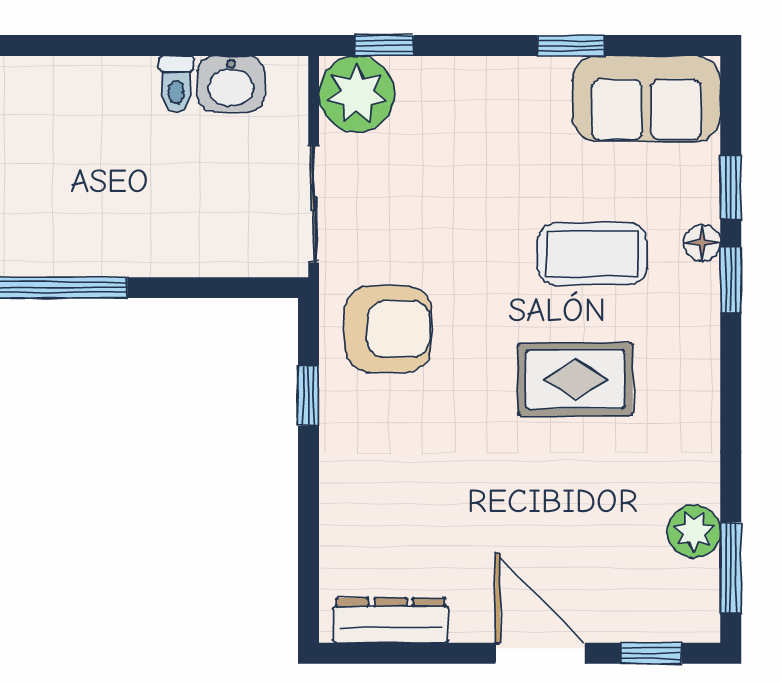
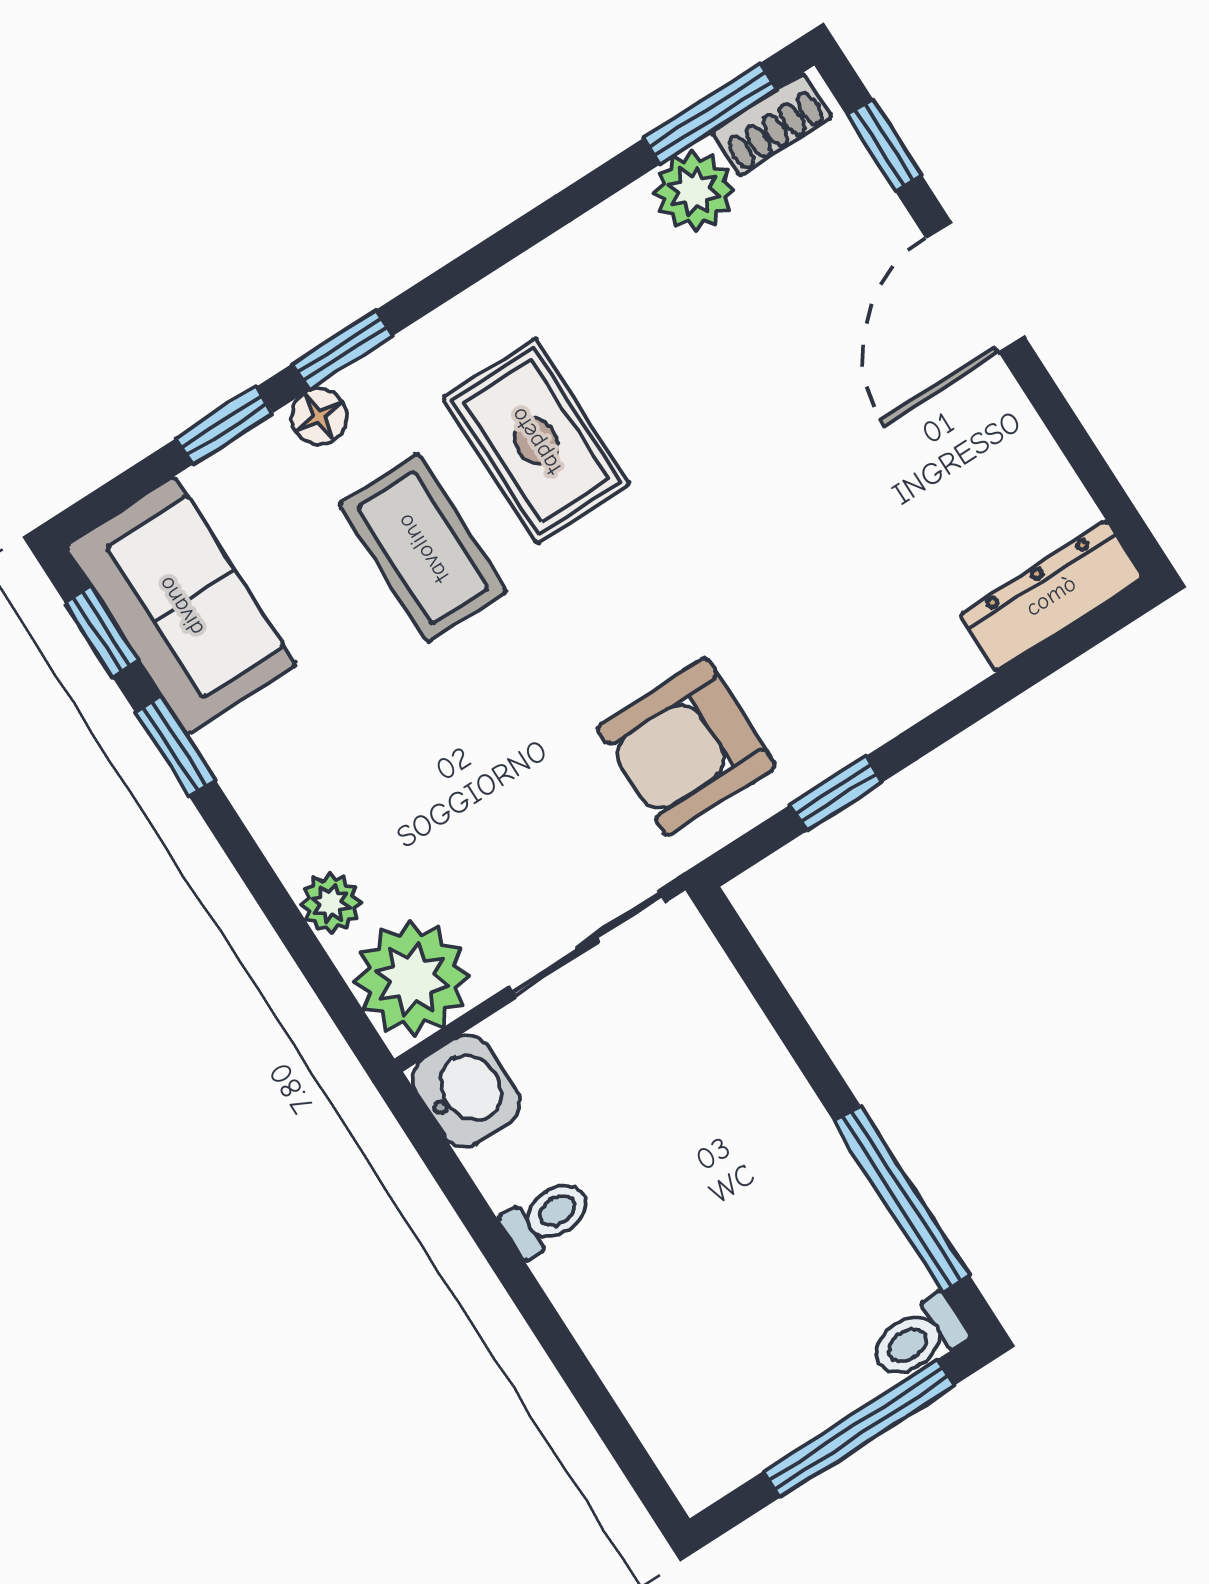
window: (384, 46) -> (102, 632), moved
plant: (428, 76) -> (331, 903), added
washbasin: (231, 84) -> (466, 1091), moved
armchair: (388, 329) -> (686, 747), turned -90
rug: (575, 379) -> (536, 441), moved
shoe rack: (703, 598) -> (772, 124), added
dresser: (391, 620) -> (1051, 596), moved, turned 90

